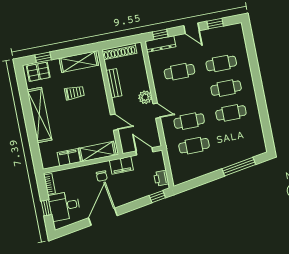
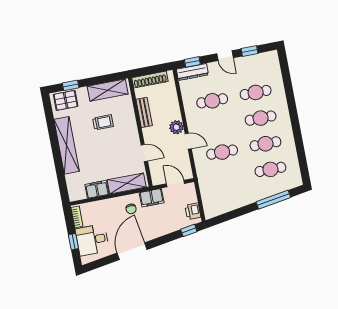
cafe table: (194, 146) -> (270, 169), moved

